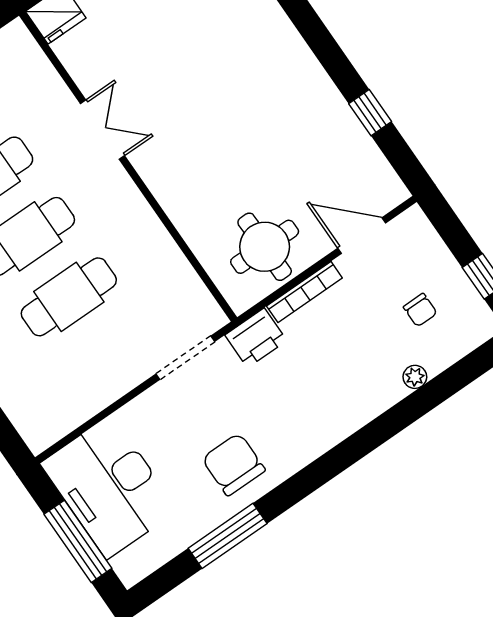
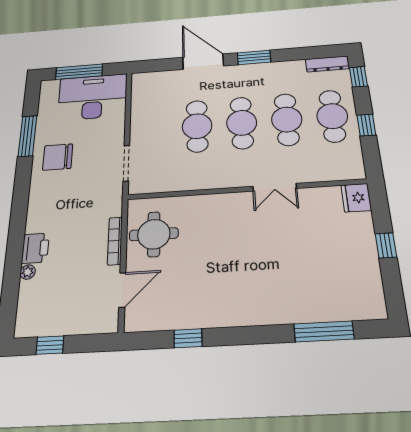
chair: (420, 310) -> (59, 297), removed
printer: (256, 338) -> (35, 248), moved, turned 180
chair: (233, 464) -> (58, 157), turned 180

